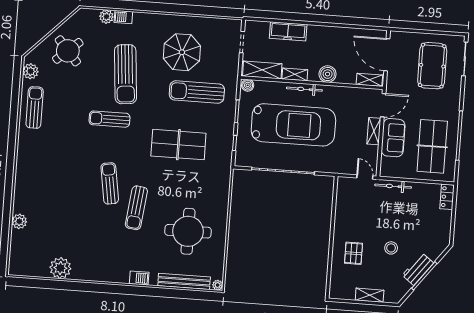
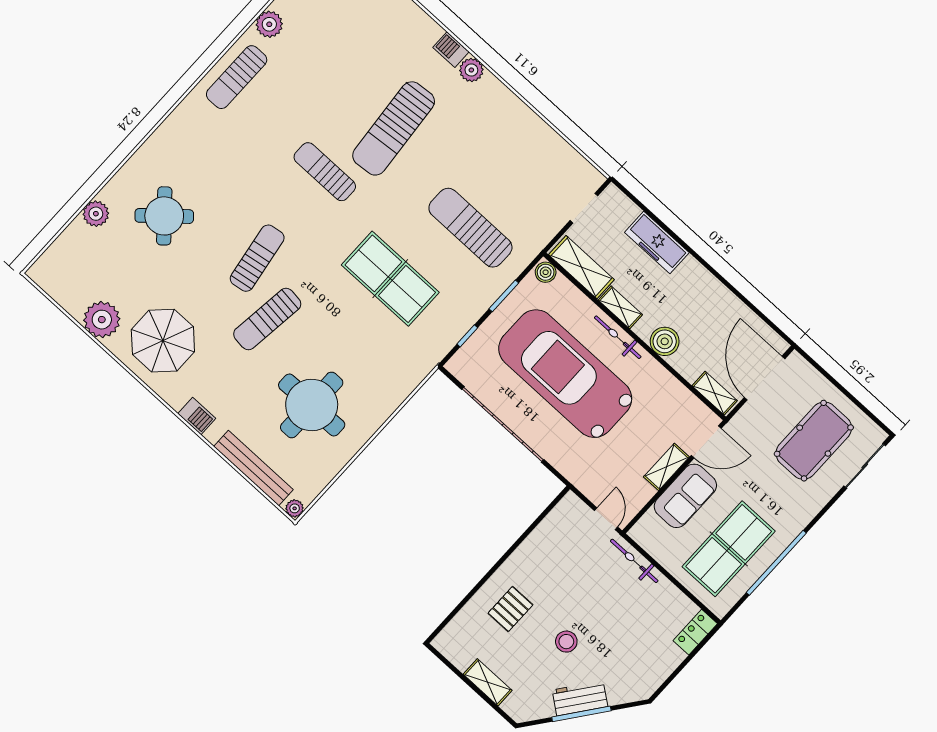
plant: (106, 17) -> (471, 70), moved
round table: (68, 51) -> (164, 216), moved
parasol: (182, 52) -> (163, 341), moved
sun lounger: (35, 107) -> (237, 77), turned 180
car: (293, 125) -> (565, 374), turned 180

